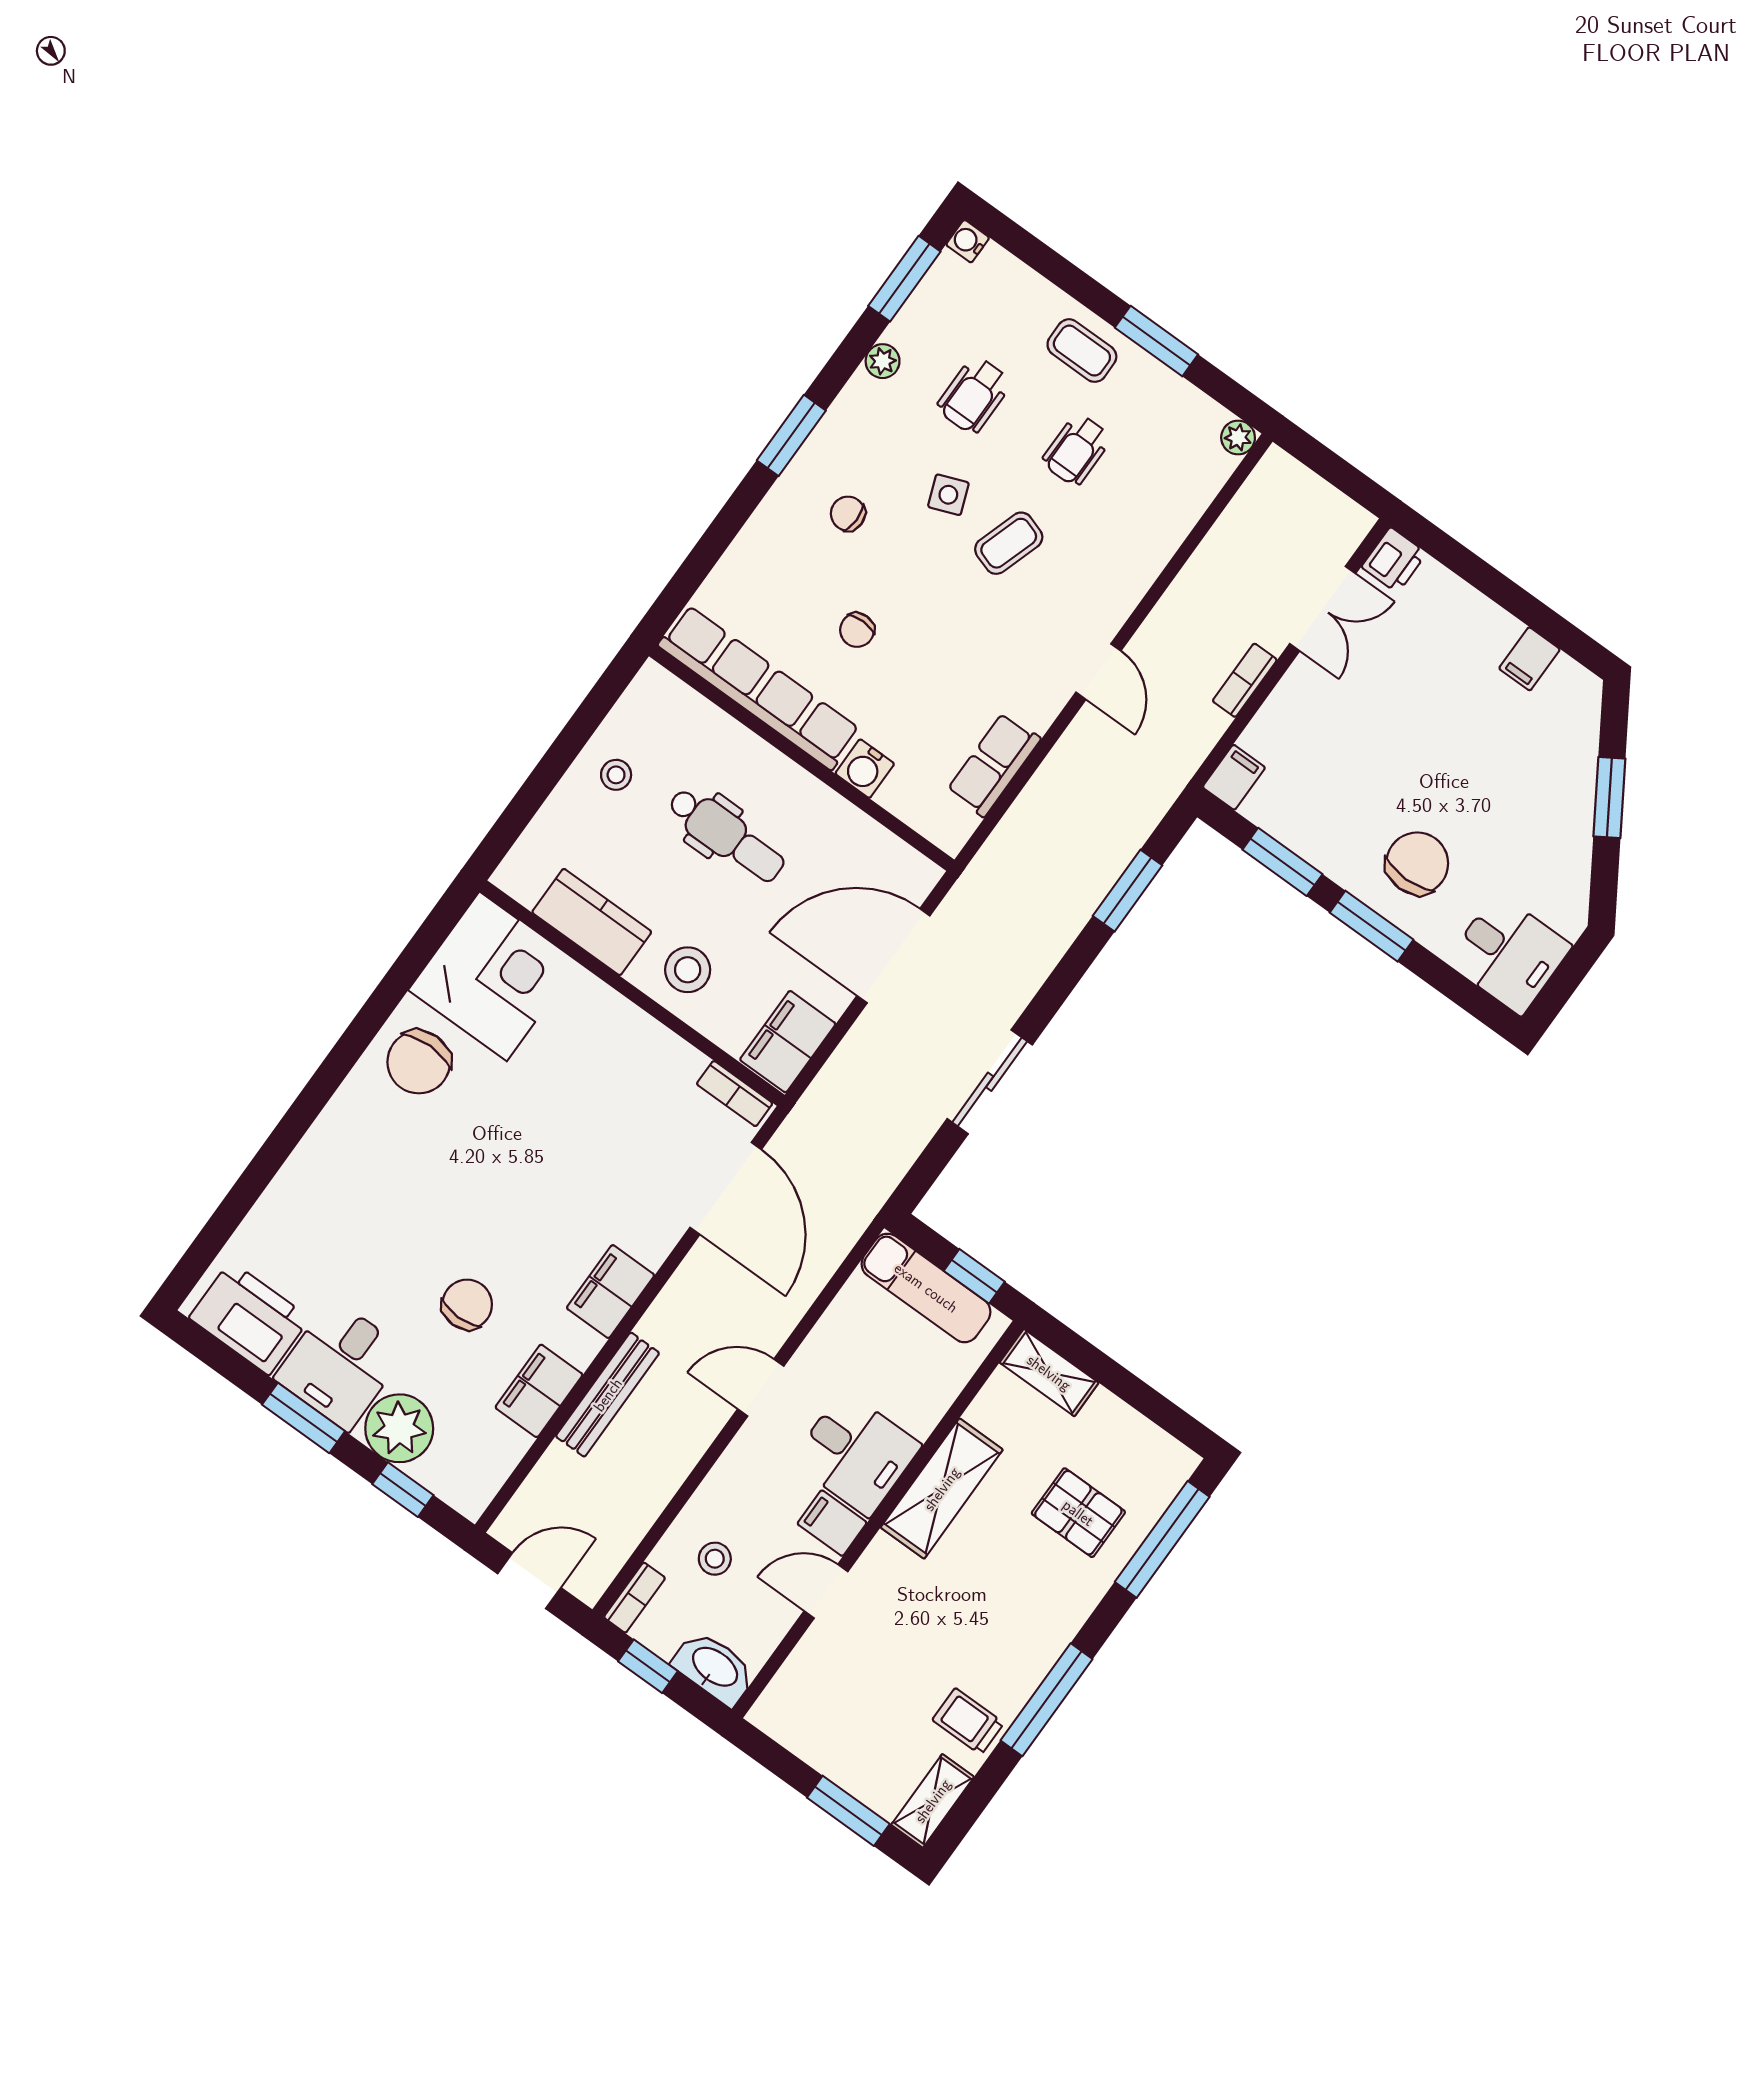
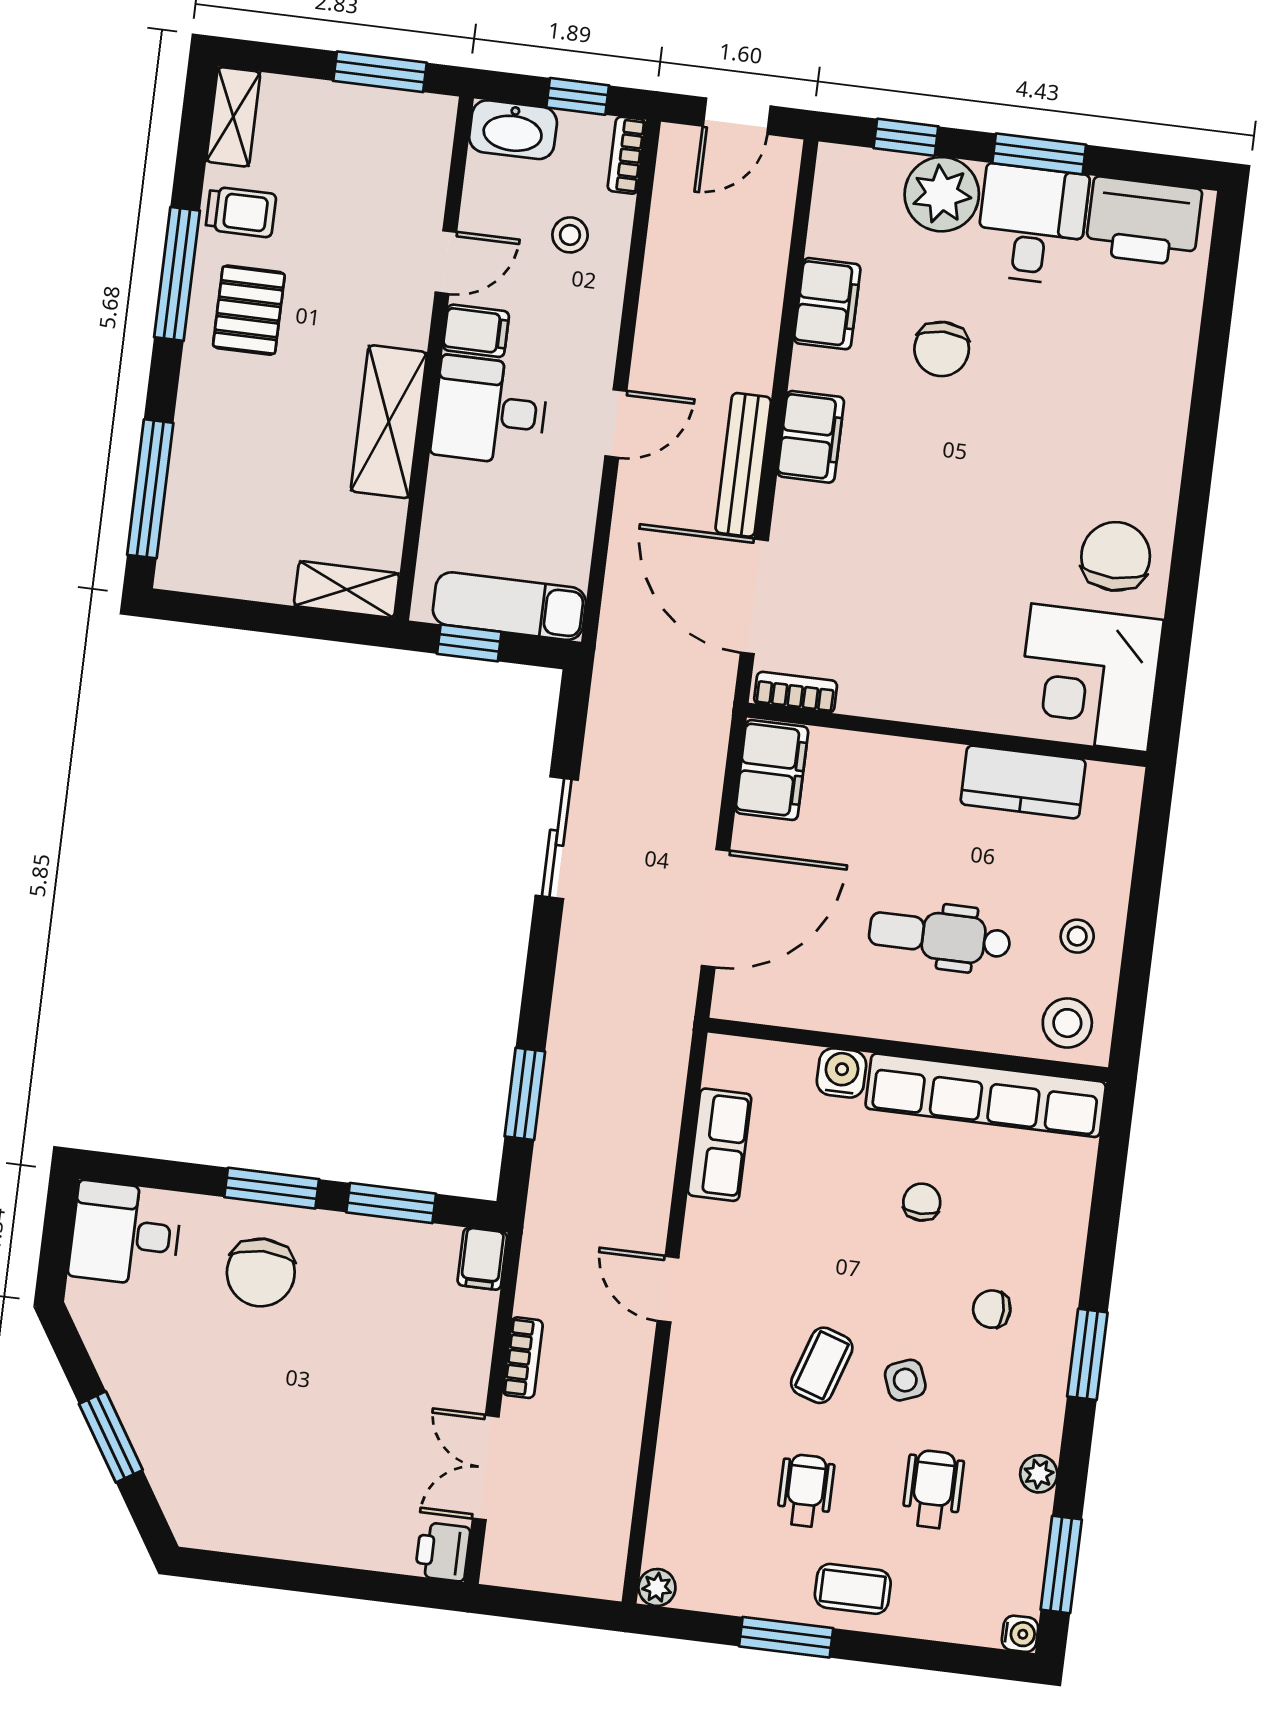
chair: (848, 514) -> (992, 1309), turned 180
filing cabinet: (1529, 659) -> (261, 1528), removed
stool: (688, 970) -> (1067, 1023), moved
bench: (608, 1395) -> (743, 465), moved
pallet: (1078, 1513) -> (249, 310), moved, turned 90
window: (848, 1811) -> (380, 72), moved

